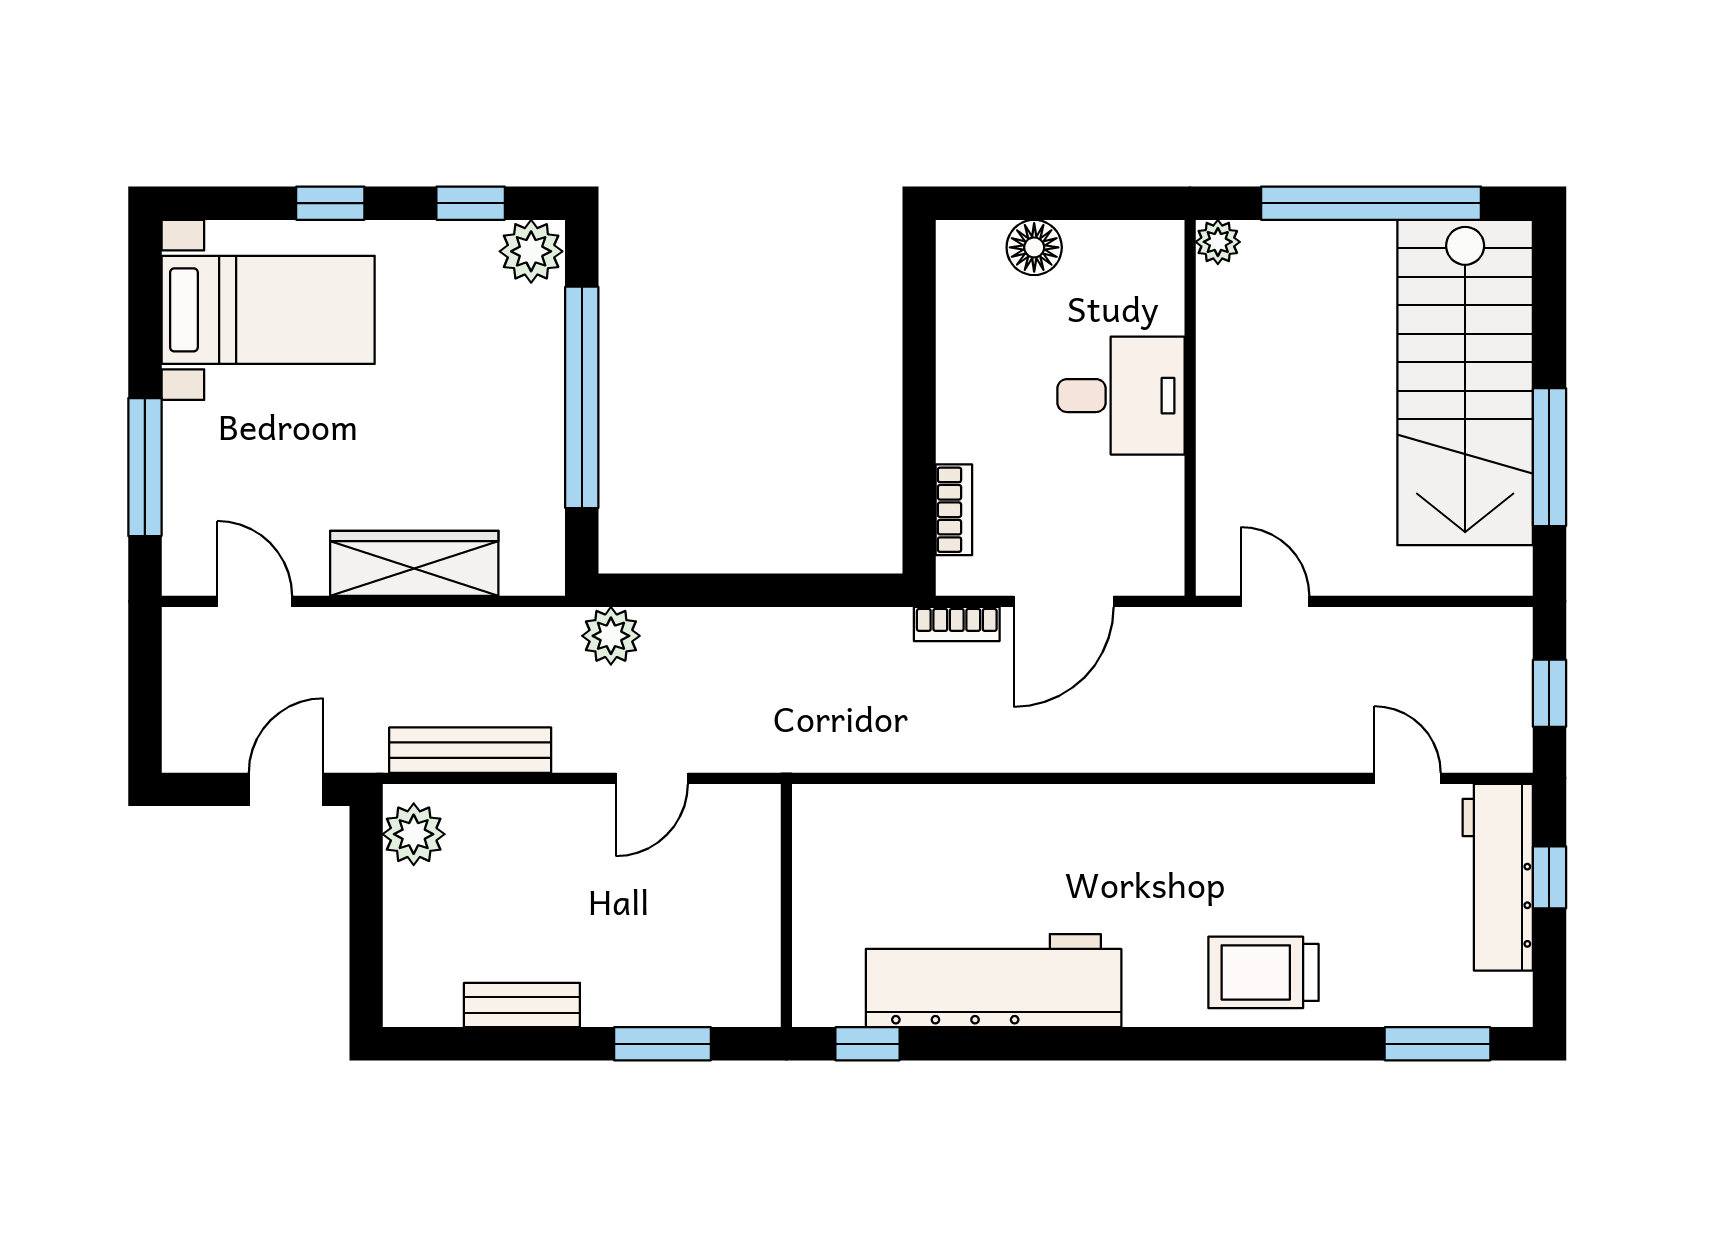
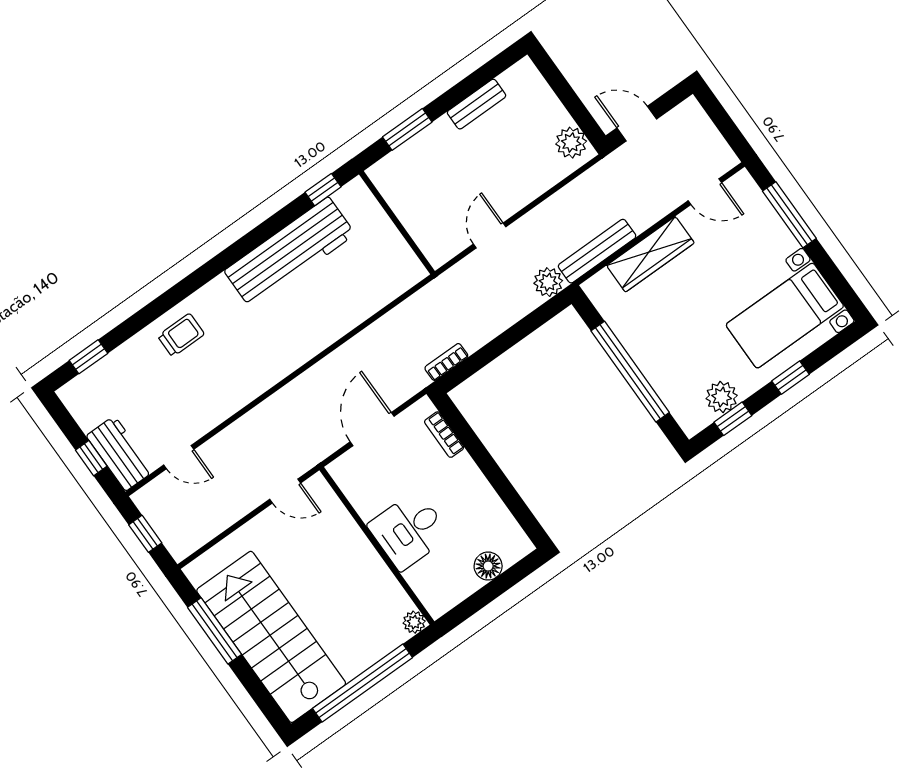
plant: (531, 251) -> (722, 397), moved
bookcase: (957, 624) -> (446, 362), moved
bench: (470, 750) -> (597, 251), moved
door: (286, 789) -> (637, 124), swing flipped
workbench: (1498, 877) -> (120, 453), width x0.73
trolley: (1264, 972) -> (181, 335), width x0.73, depth x0.72
window: (1438, 1044) -> (89, 357), width x0.67

